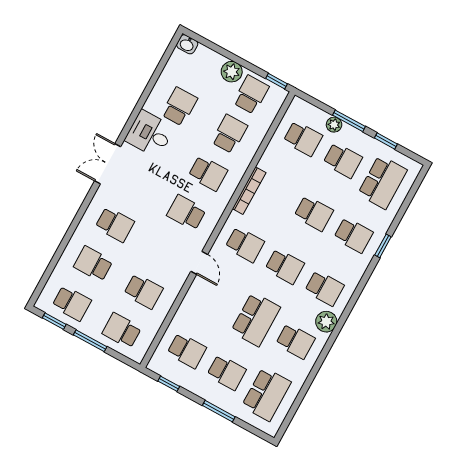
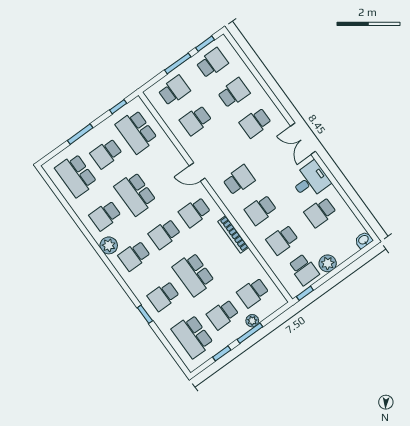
school desk: (179, 106) -> (320, 212), turned 90
school desk: (229, 134) -> (282, 240), turned 90
double door: (108, 164) -> (303, 139), swing flipped
school desk: (314, 213) -> (194, 274), width x1.85
school desk: (72, 303) -> (212, 63), turned 180
school desk: (187, 351) -> (136, 132), width x1.85

